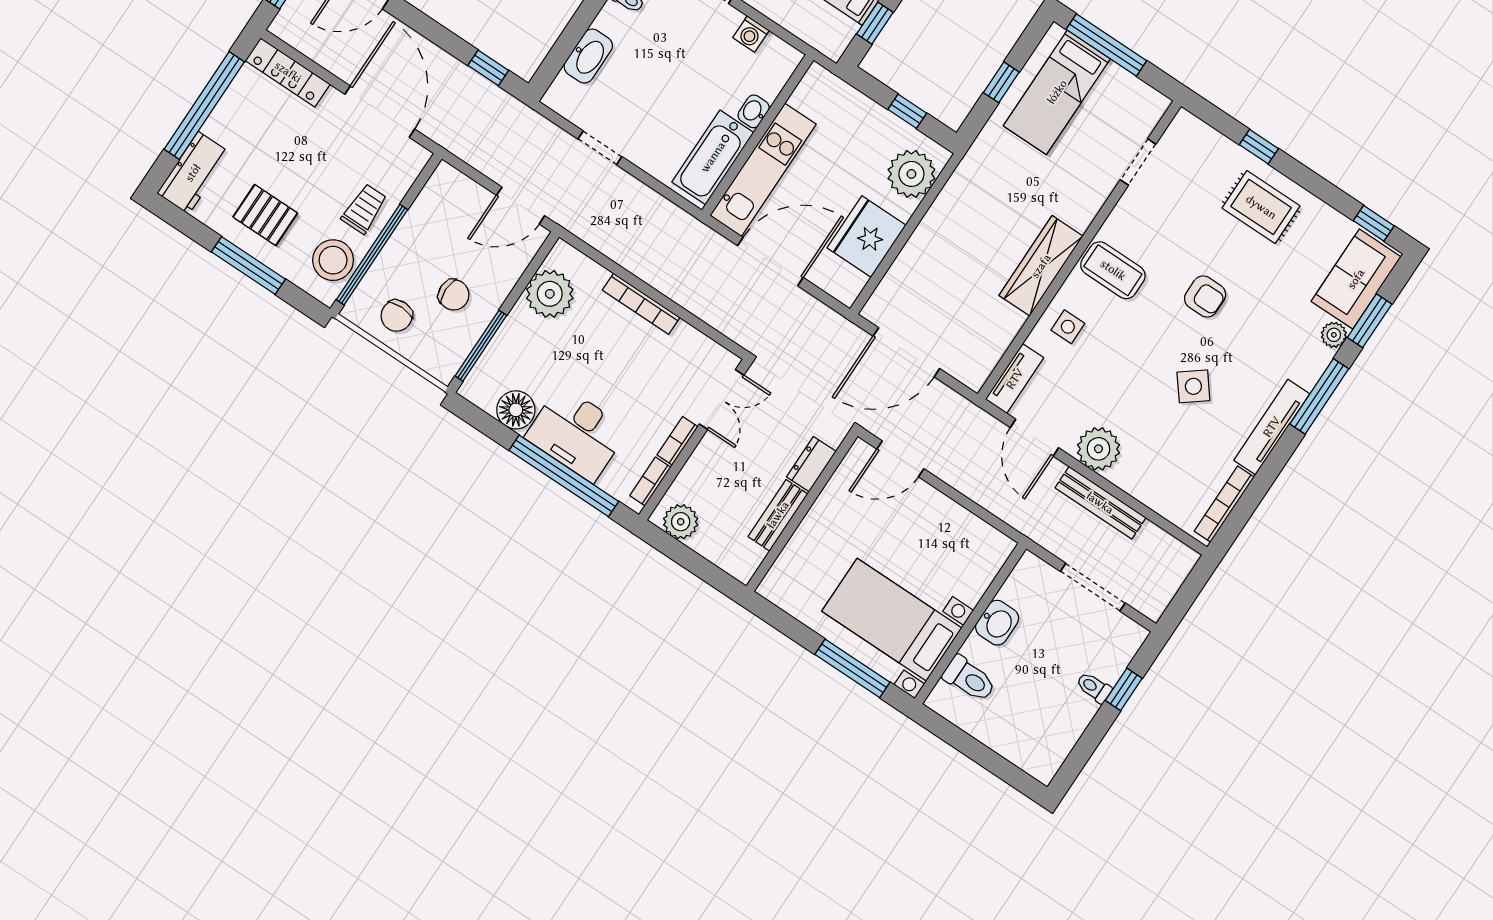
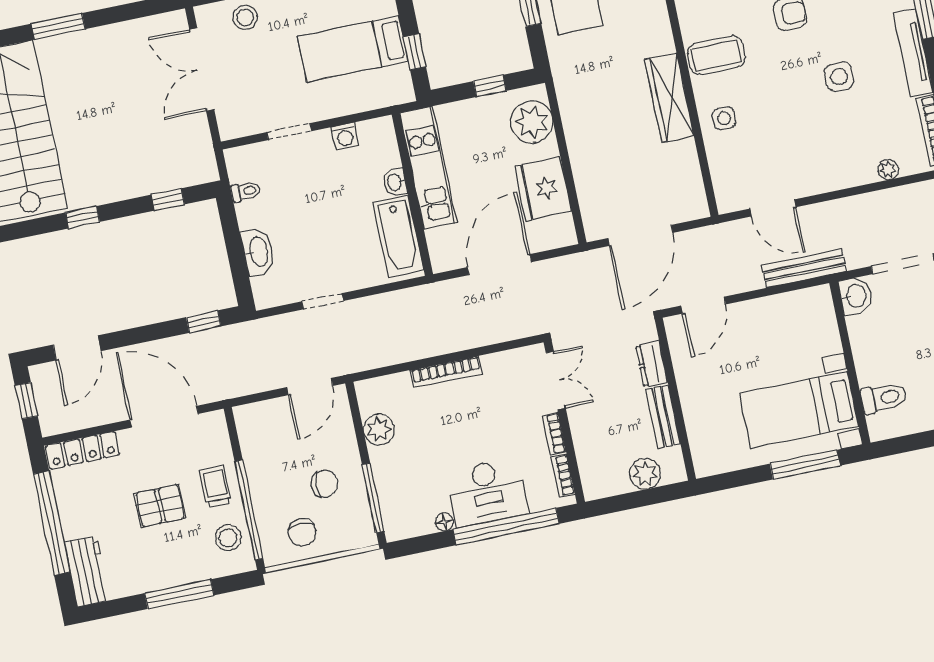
kitchen unit: (763, 170) -> (428, 168), moved
pallet: (265, 215) -> (160, 506), moved
stool: (333, 260) -> (228, 538), width x0.73, depth x0.73
plant: (550, 294) -> (379, 429), width x0.73, depth x0.73
tv unit: (1015, 379) -> (724, 184), removed
side table: (1193, 386) -> (839, 77), turned 38
floor lamp: (516, 410) -> (444, 522), width x0.53, depth x0.53
plant: (1098, 449) -> (888, 170), moved, width x0.53, depth x0.53
bench: (1100, 503) -> (804, 268), moved
plant: (681, 522) -> (645, 474), moved
washbasin: (997, 623) -> (855, 296), moved

